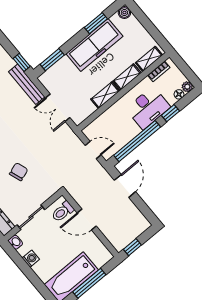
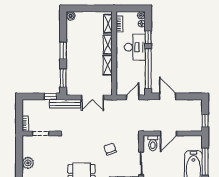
window: (96, 23) -> (63, 51), moved
freezer: (94, 45) -> (75, 48), removed

